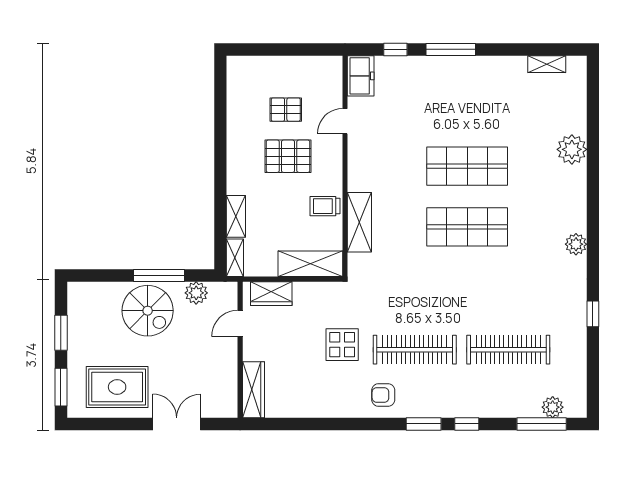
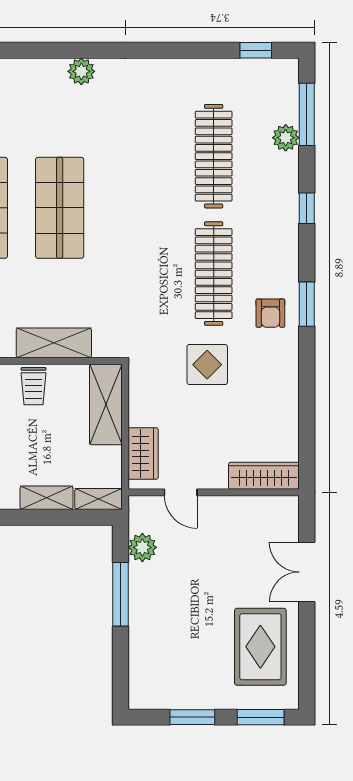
spiral stairs: (148, 311) -> (165, 608), removed
window: (593, 314) -> (256, 50), moved
plant: (553, 407) -> (286, 138), moved
window: (424, 424) -> (307, 304), moved

